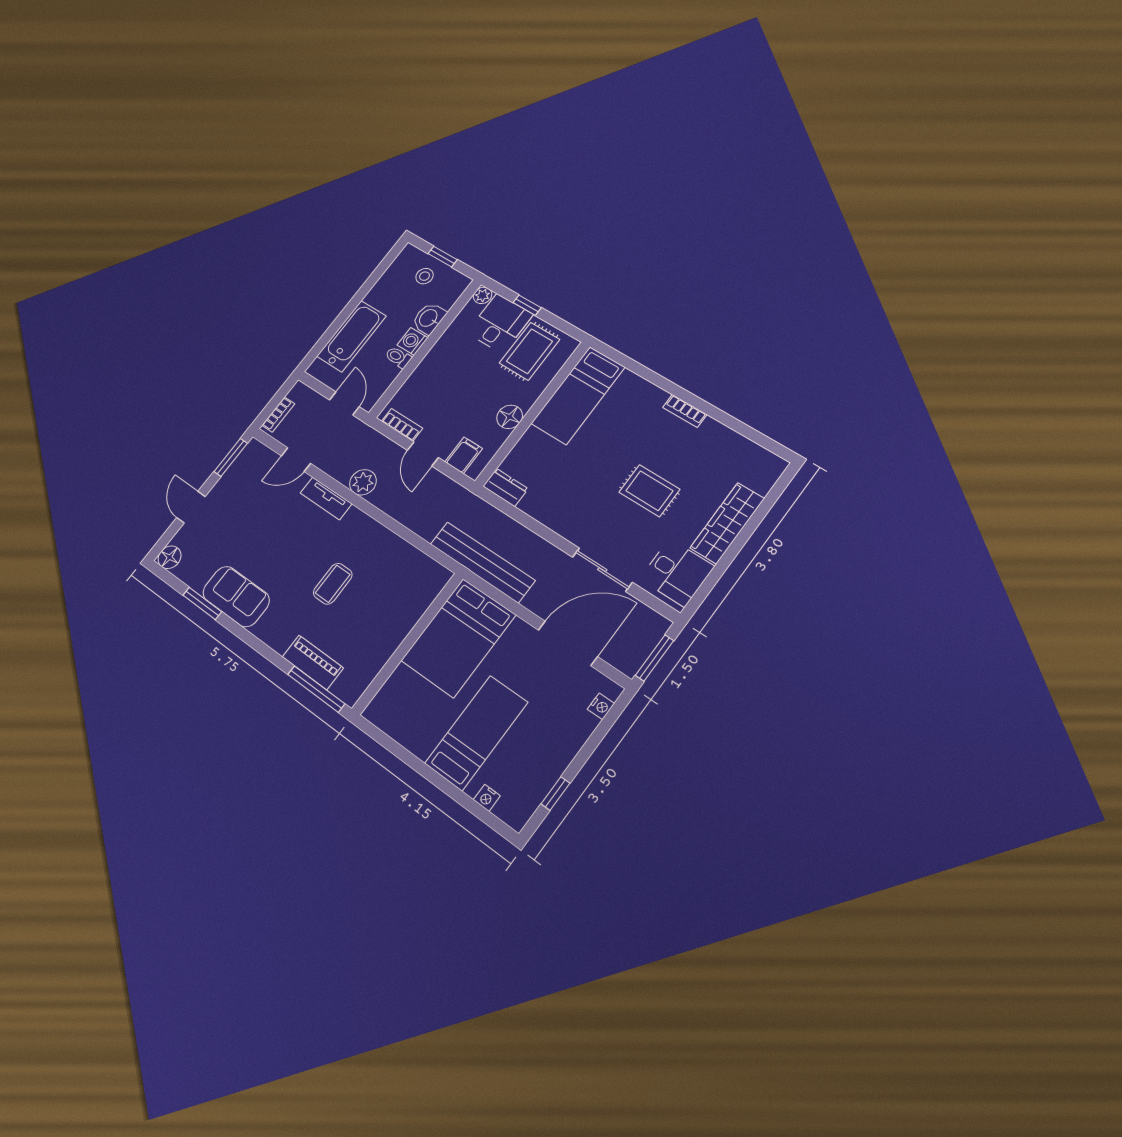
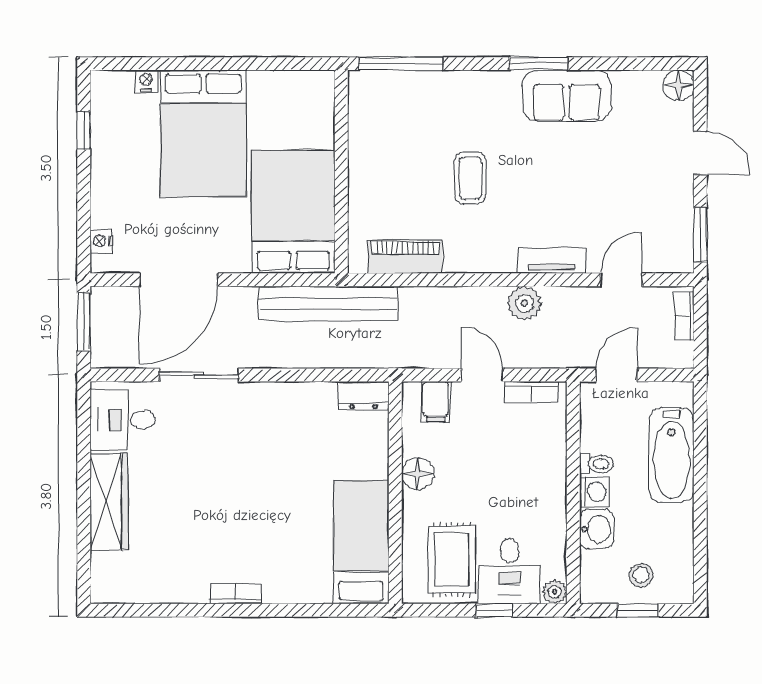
door: (344, 403) -> (617, 375), swing flipped
rug: (649, 491) -> (211, 486), removed
window: (202, 603) -> (539, 64), moved
piano: (313, 662) -> (405, 257), moved, turned 180
bed: (476, 733) -> (203, 134), width x1.50

